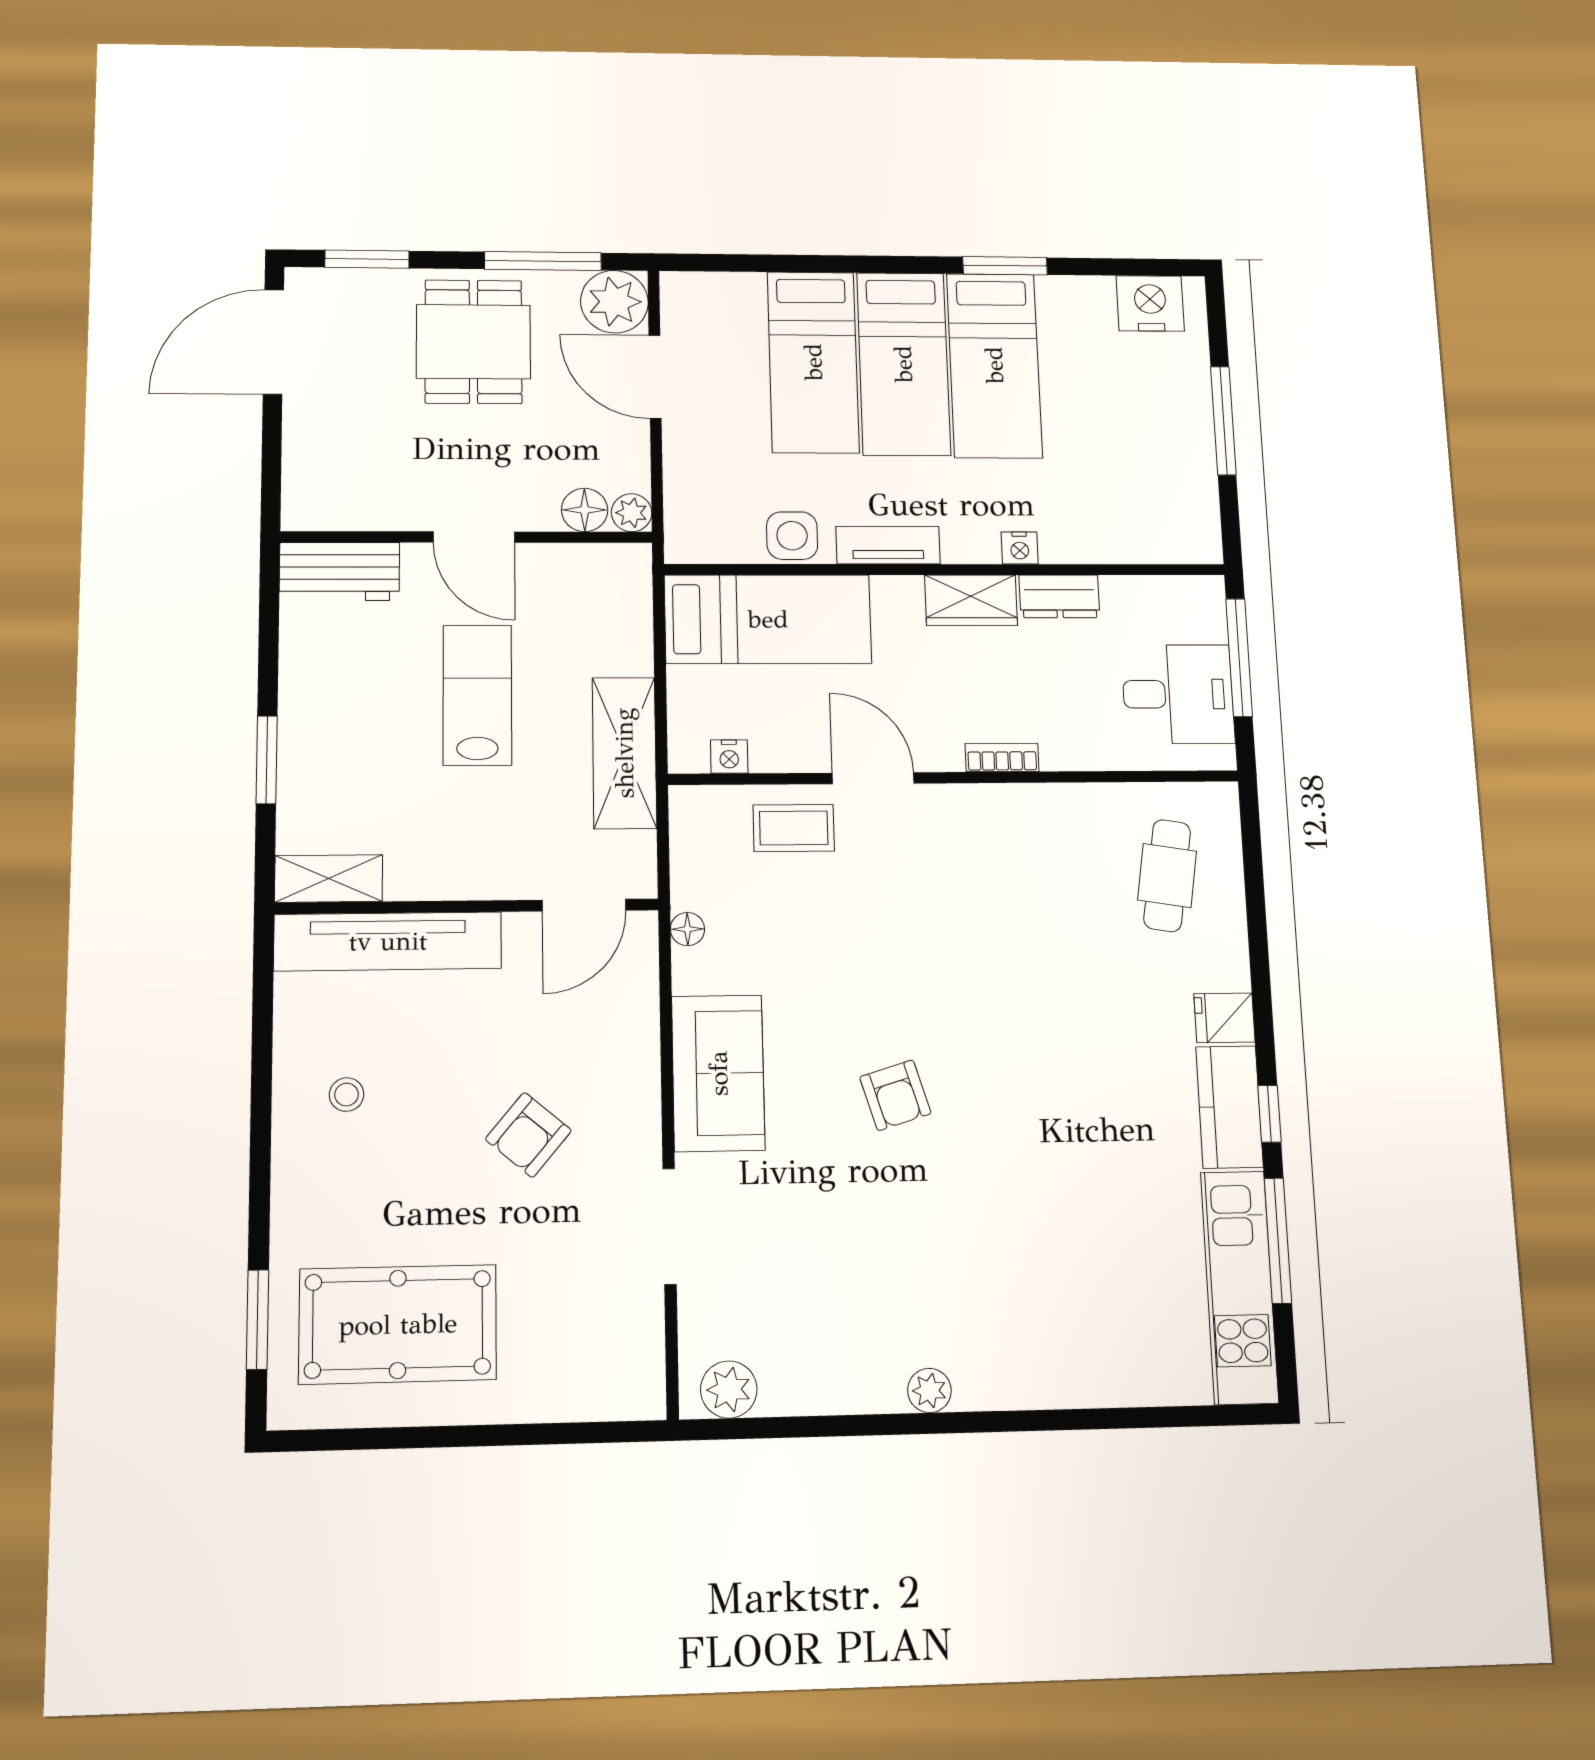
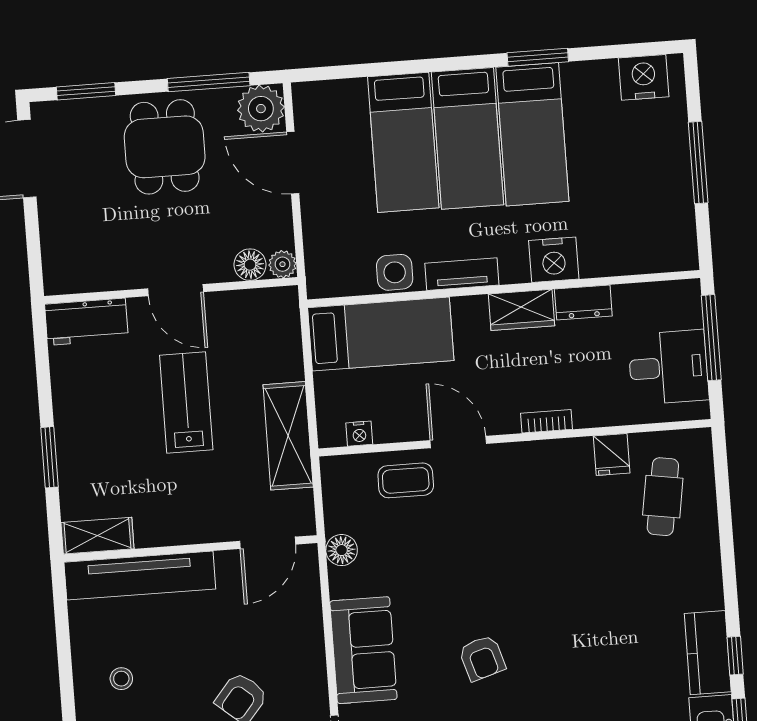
nightstand: (1020, 548) -> (554, 260), width x1.89, depth x1.79
floor lamp: (687, 929) -> (342, 550), width x1.37, depth x1.37
fridge: (1224, 1018) -> (612, 454), moved, turned -90

